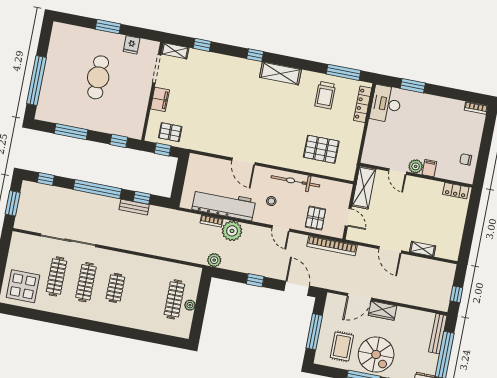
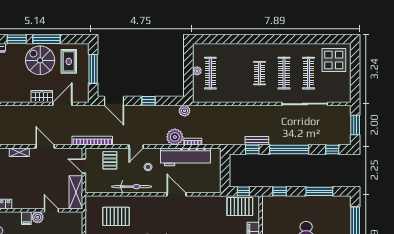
pallet: (170, 132) -> (240, 207), width x1.50, depth x1.42
door: (281, 228) -> (136, 147), swing flipped

